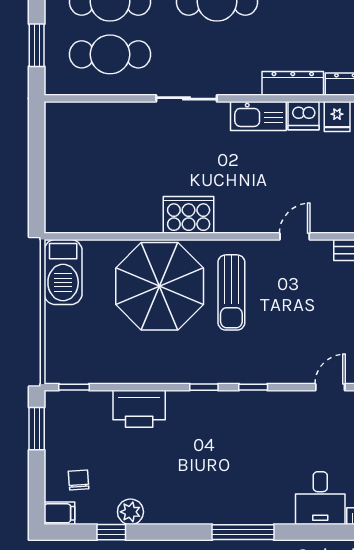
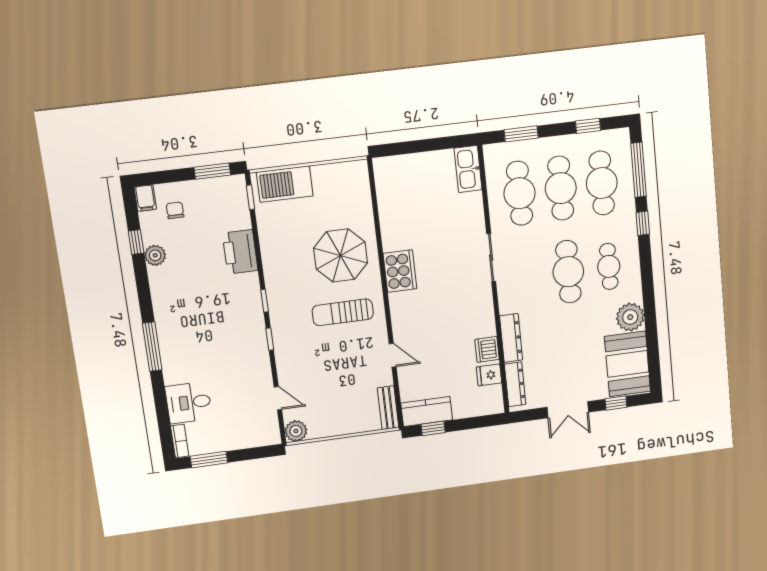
kitchen sink: (258, 116) -> (468, 169), moved
barbecue: (63, 272) -> (285, 184), moved
parasol: (160, 286) -> (341, 256), width x0.73, depth x0.73
chair: (79, 480) -> (175, 210), turned -86

